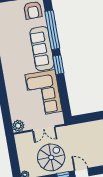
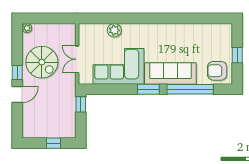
window: (81, 119) -> (81, 104), added
plant: (18, 126) -> (114, 30), moved

